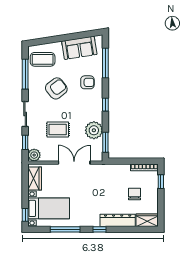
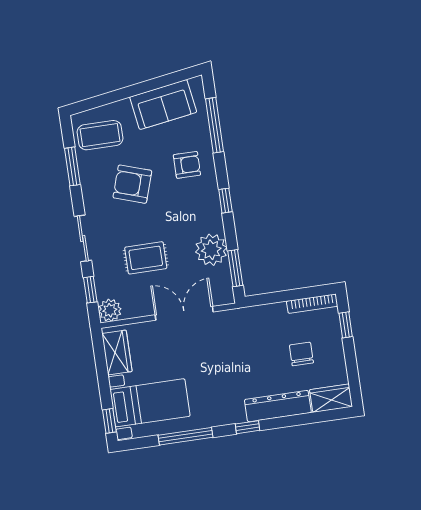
window: (25, 74) -> (72, 166), width x0.69
armchair: (56, 88) -> (132, 184), turned -124

